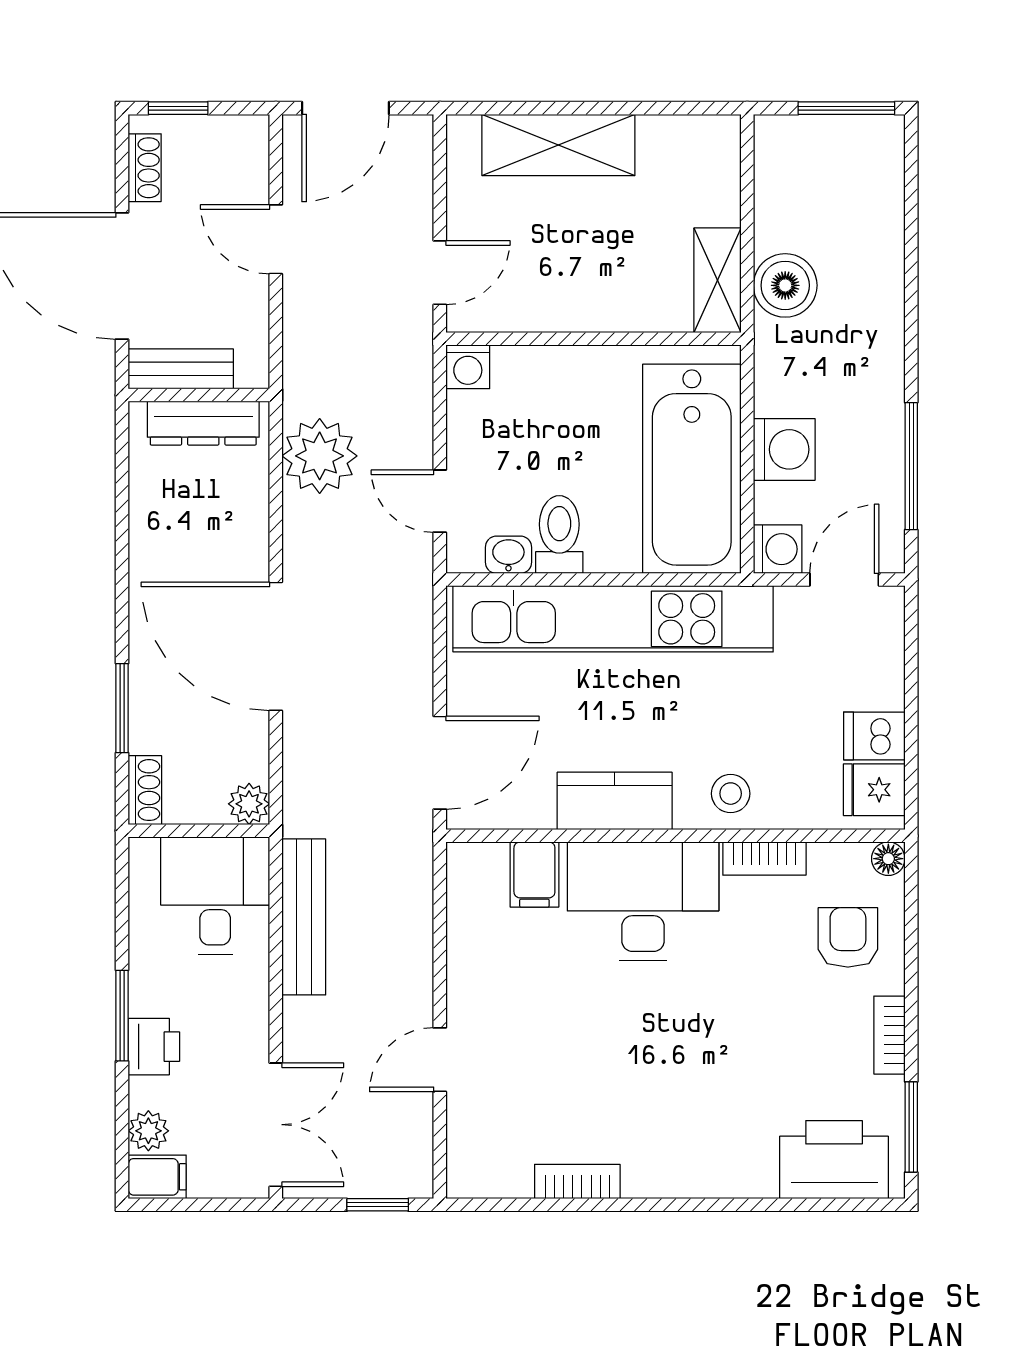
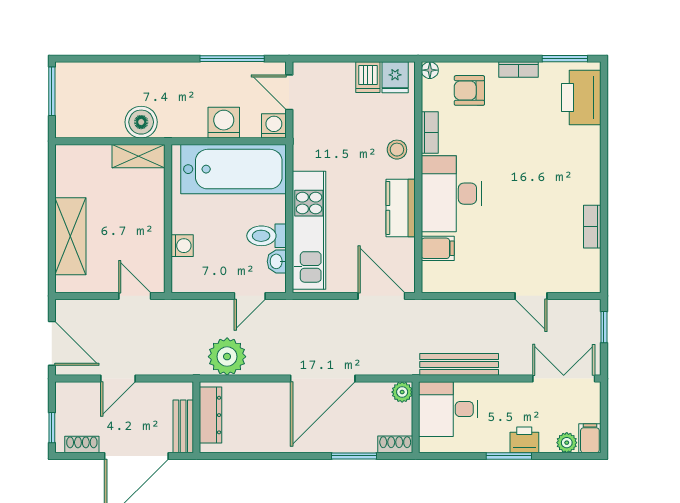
washing machine: (468, 367) -> (182, 246), moved
kitchen unit: (613, 619) -> (309, 230), width x0.73

